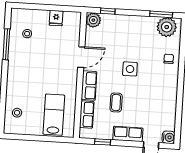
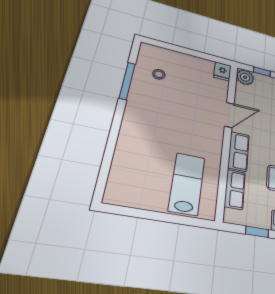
fridge: (56, 18) -> (222, 71), moved
stool: (17, 113) -> (129, 174), removed

